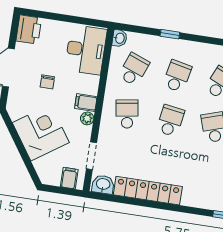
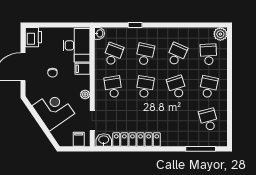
filing cabinet: (86, 103) -> (82, 69), moved

